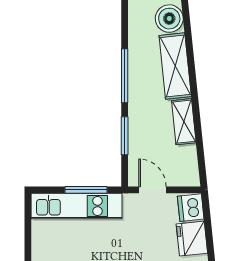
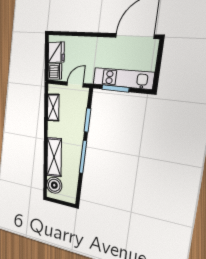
shelving: (184, 122) -> (53, 108), moved
door: (152, 190) -> (75, 84), swing flipped

